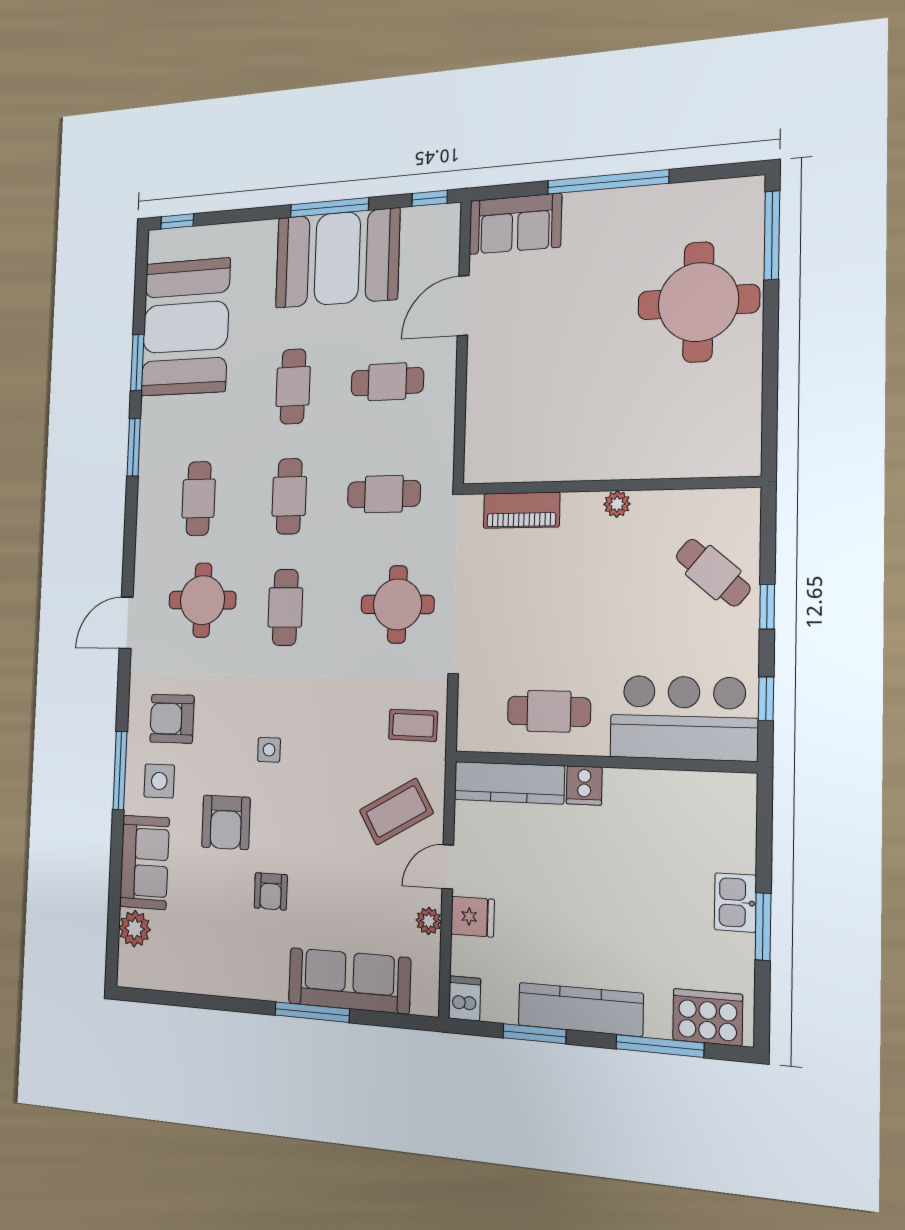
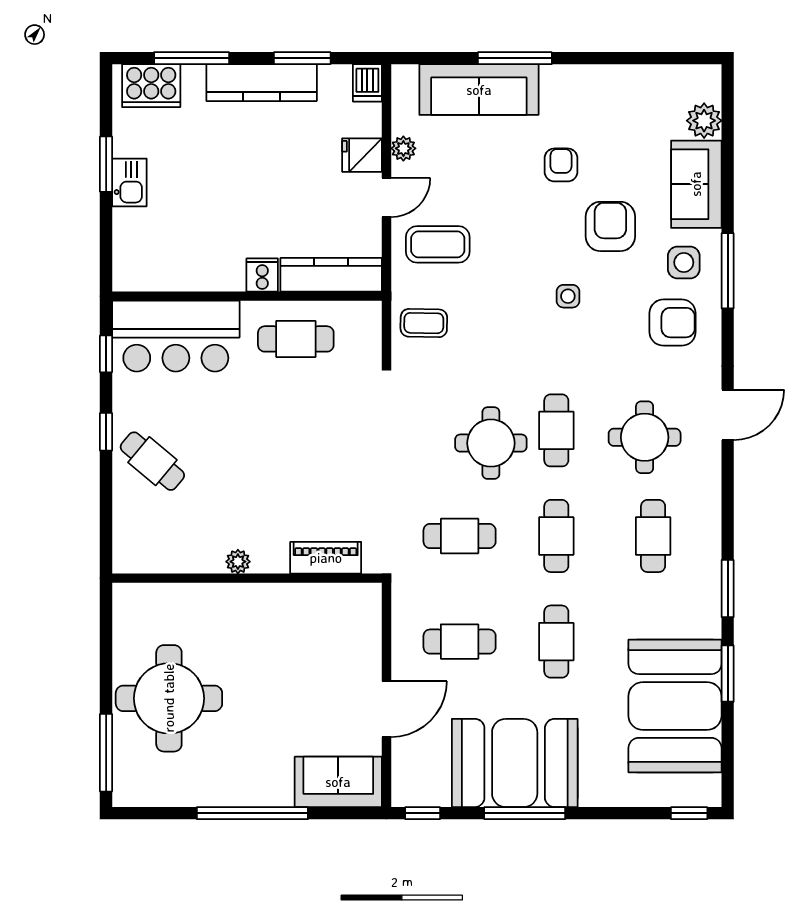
wall: (607, 486) -> (247, 578), moved
plant: (617, 504) -> (238, 562), moved
piano: (521, 510) -> (326, 558), moved
round table: (397, 604) -> (491, 443), moved
coffee table: (396, 812) -> (438, 244), turned 30

